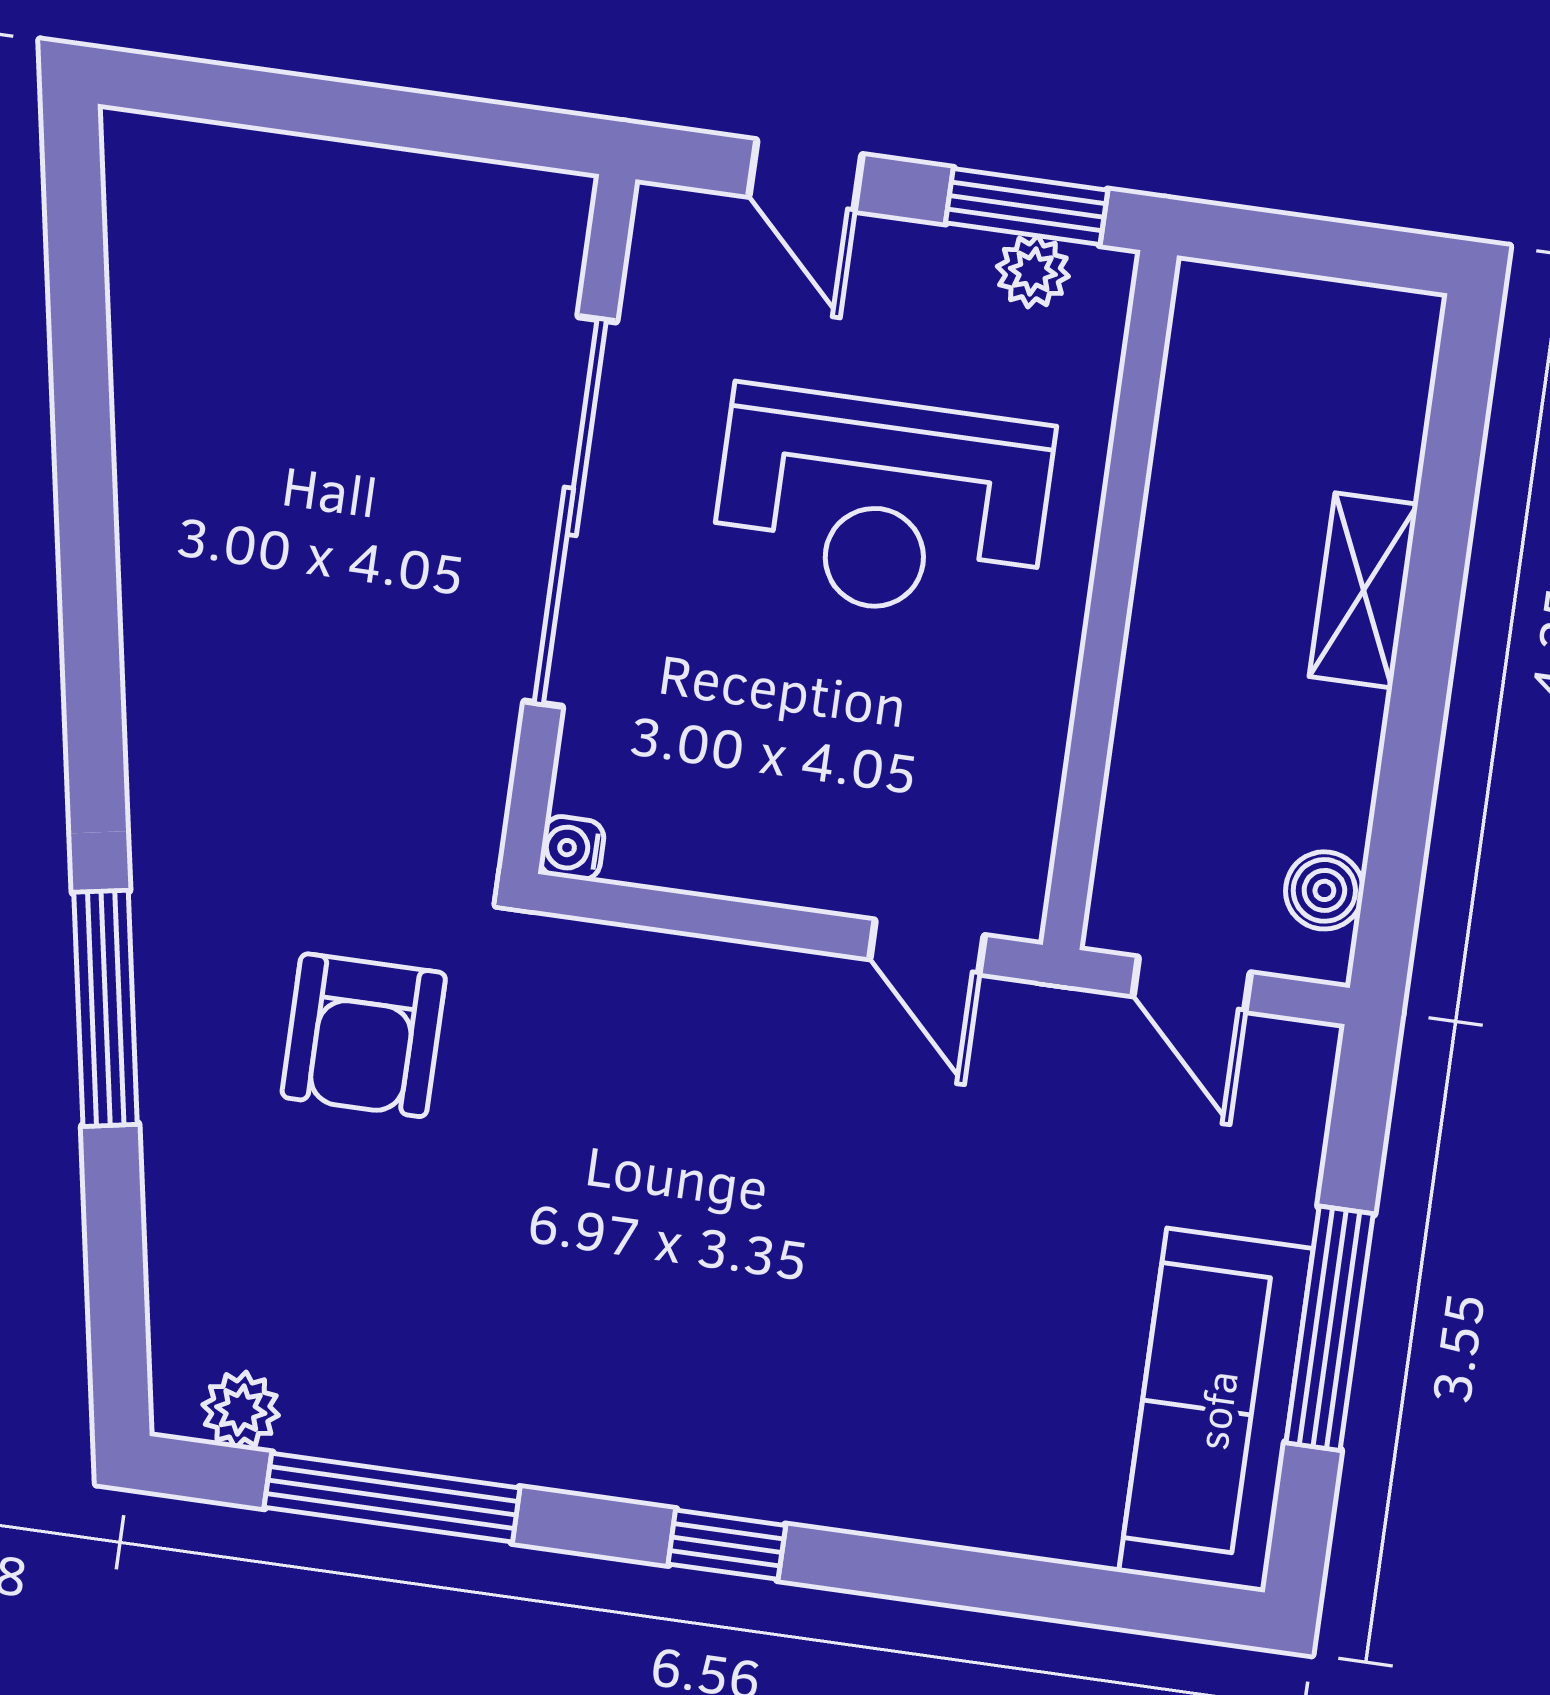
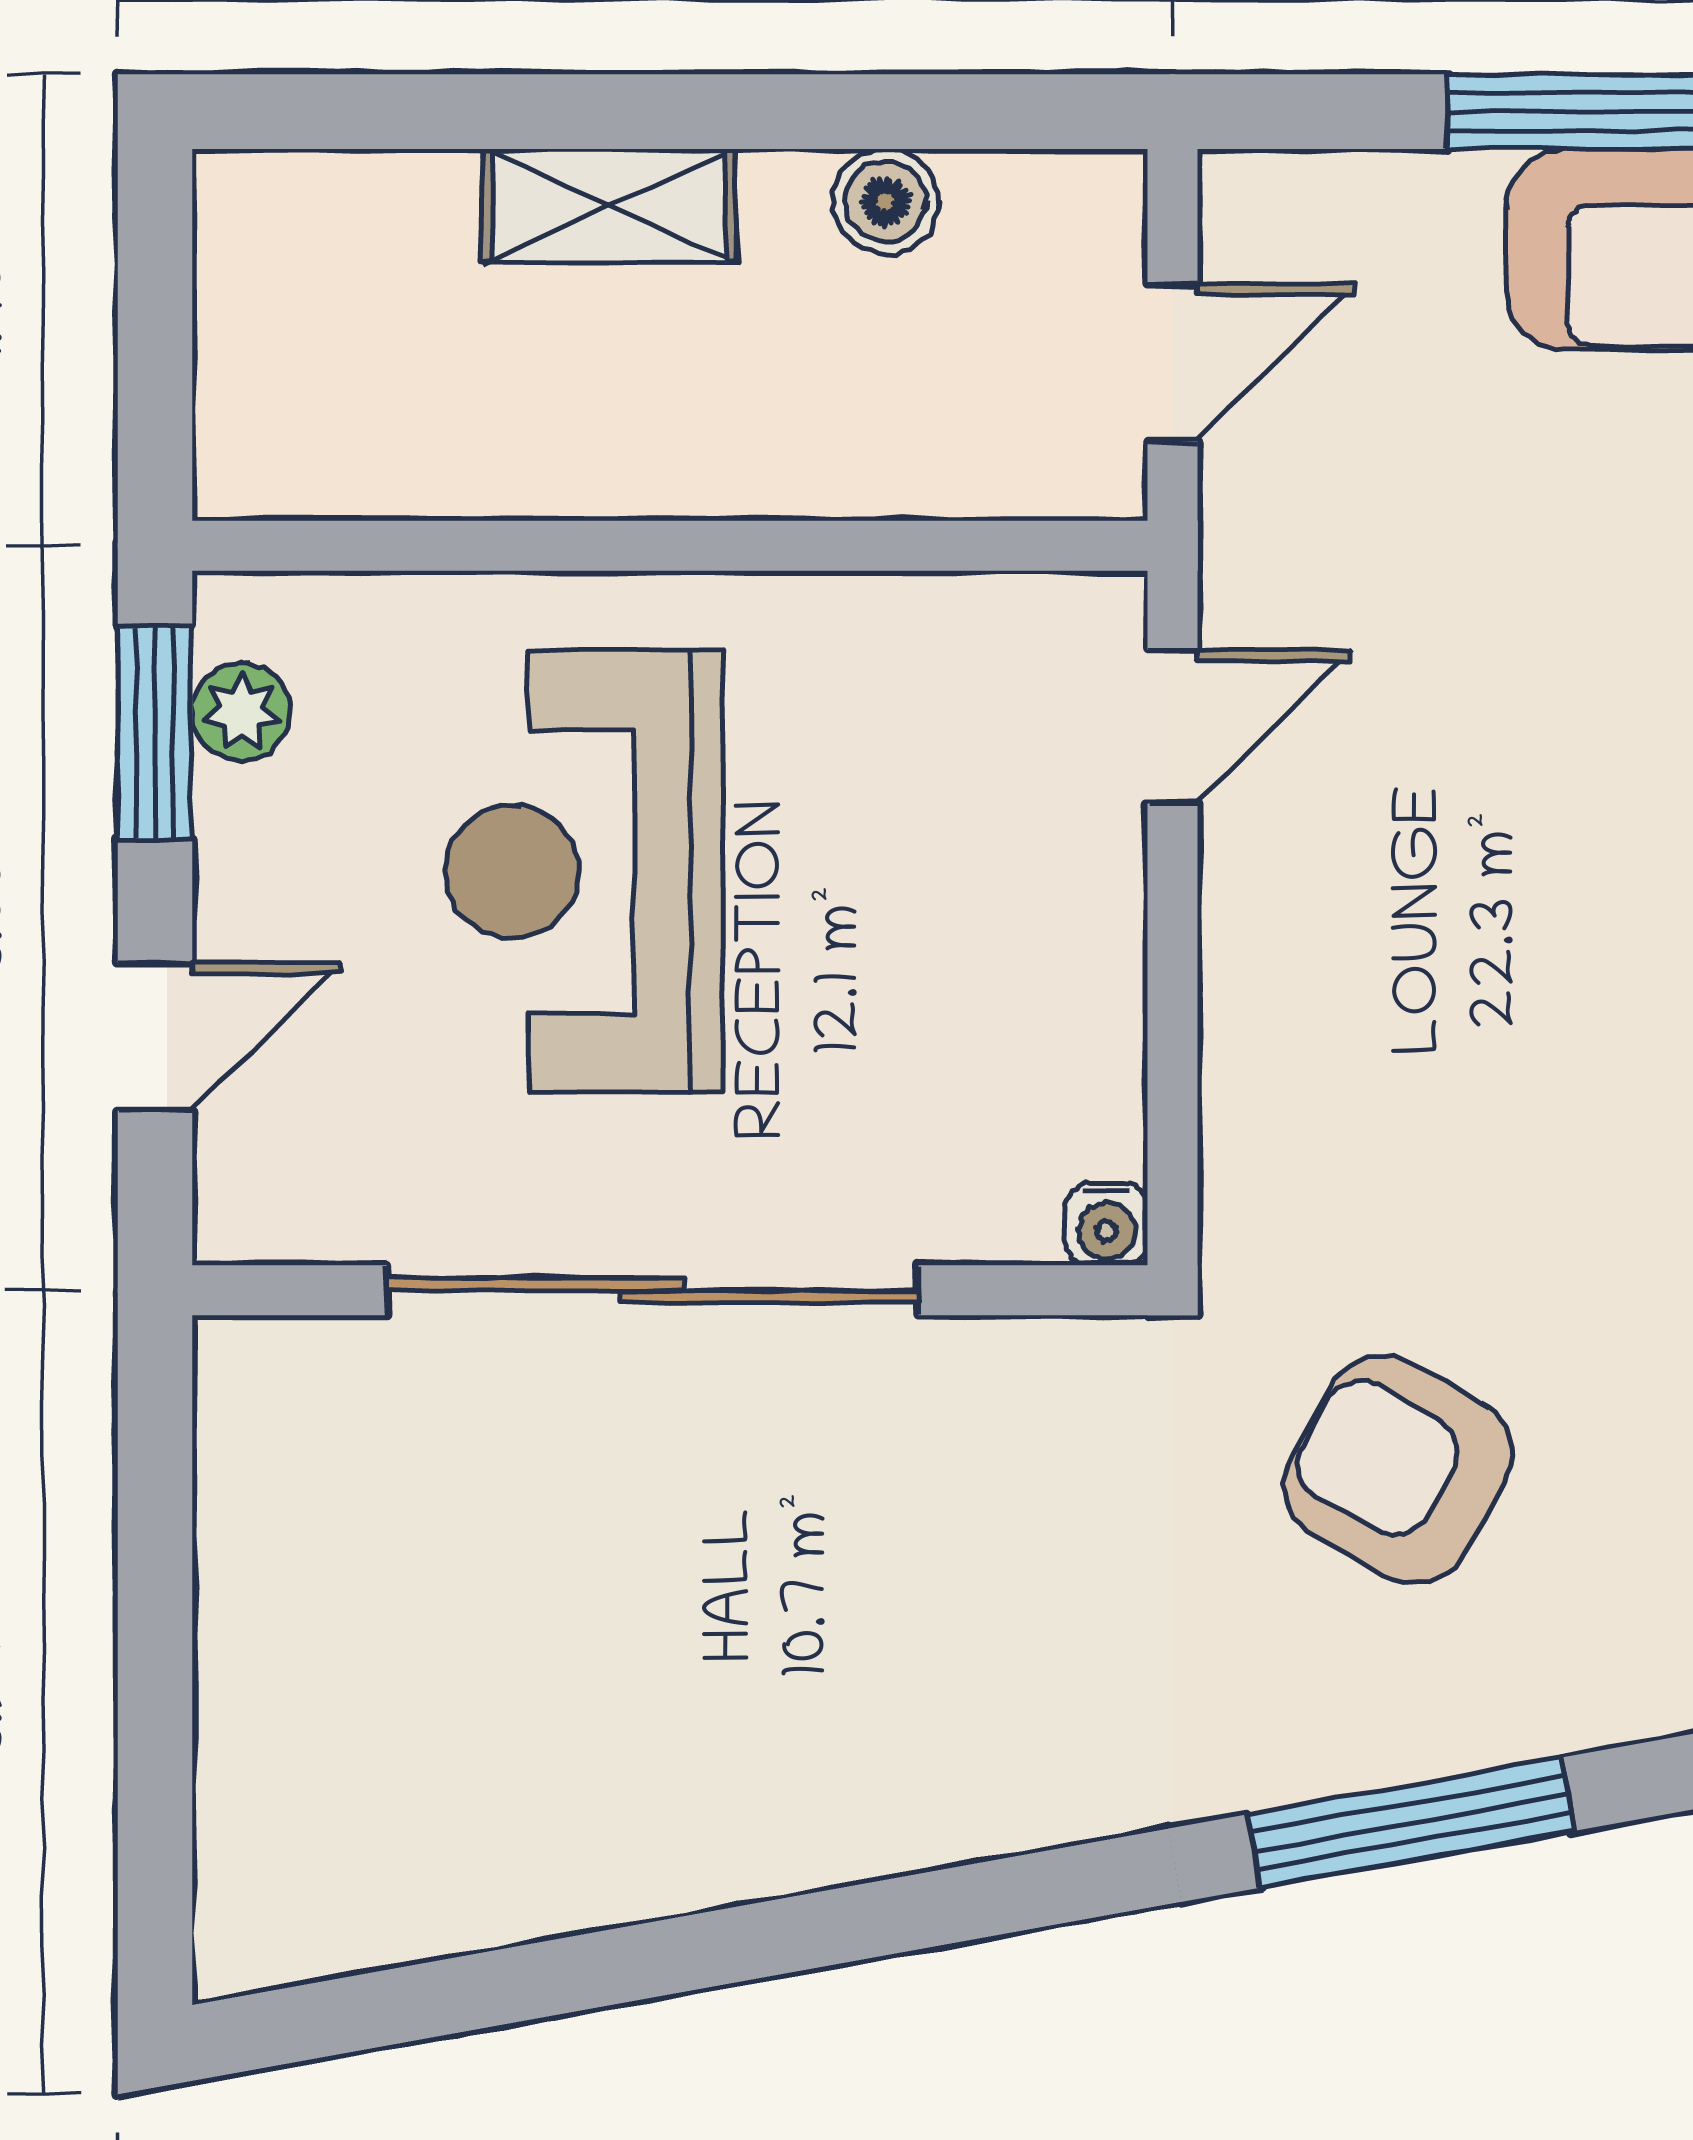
reception desk: (882, 505) -> (585, 872), turned 180
boiler: (1324, 890) -> (886, 202), moved
armchair: (364, 1035) -> (1398, 1470), turned -151

